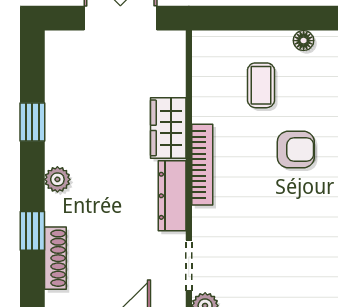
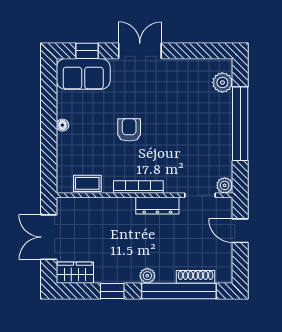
coffee table: (261, 85) -> (87, 183), moved
wardrobe: (168, 128) -> (75, 273), moved, turned 180
window: (32, 231) -> (179, 291), width x3.17

